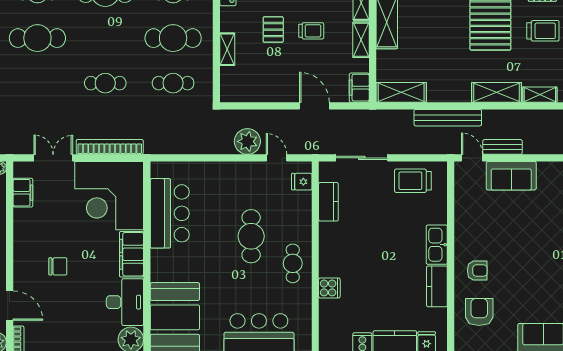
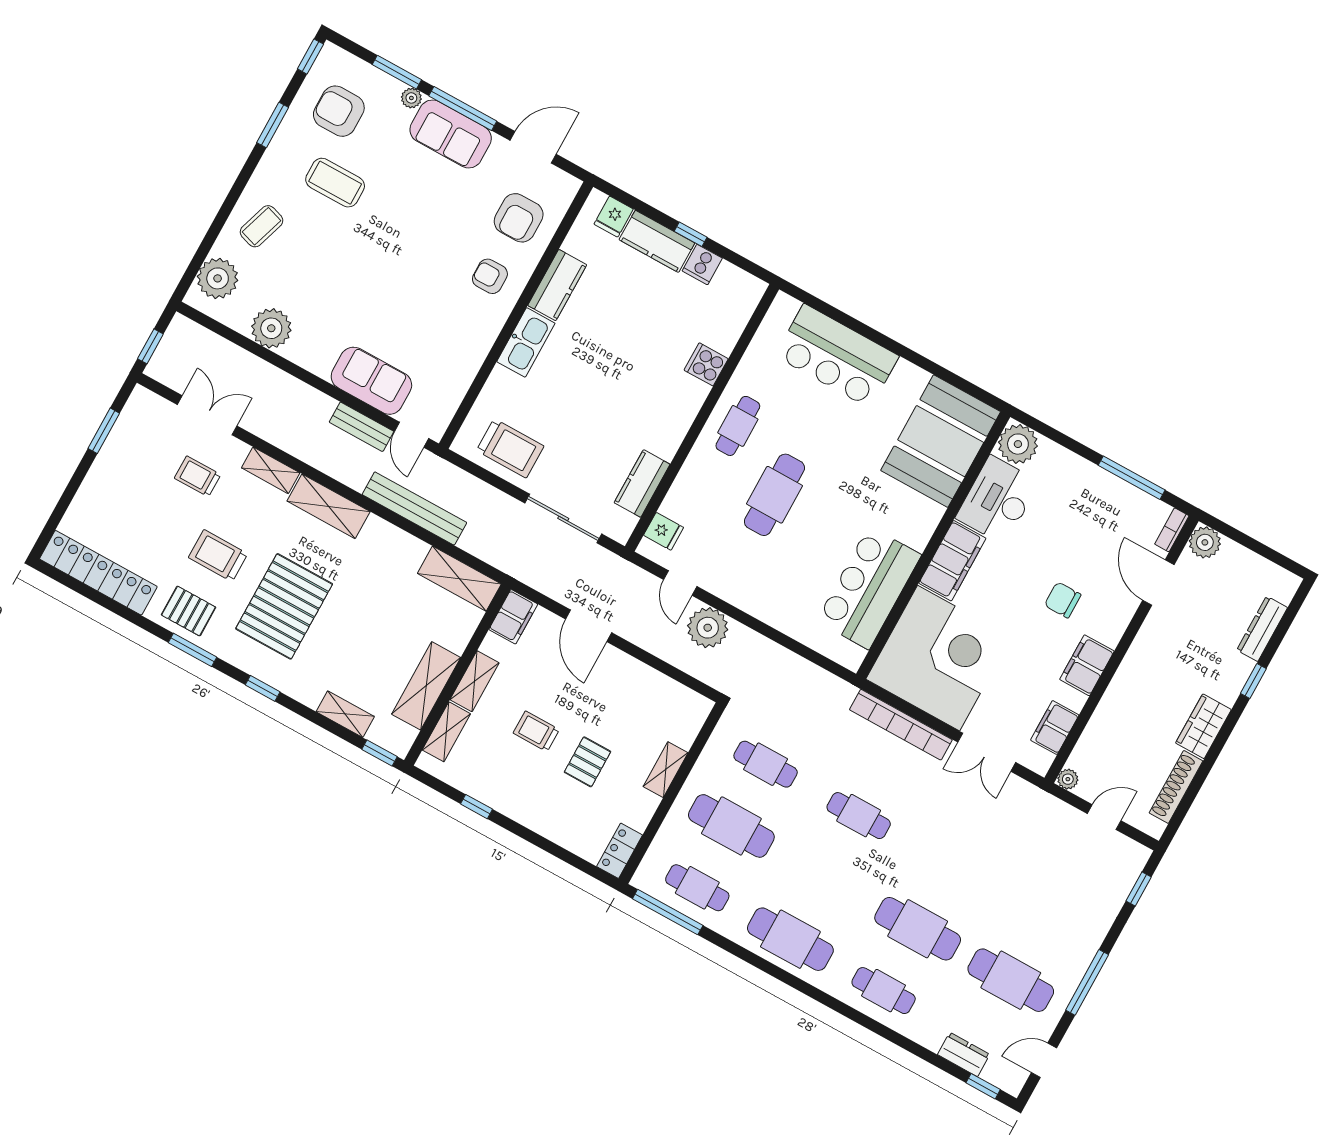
filing cabinet: (24, 237) -> (1087, 665), added

